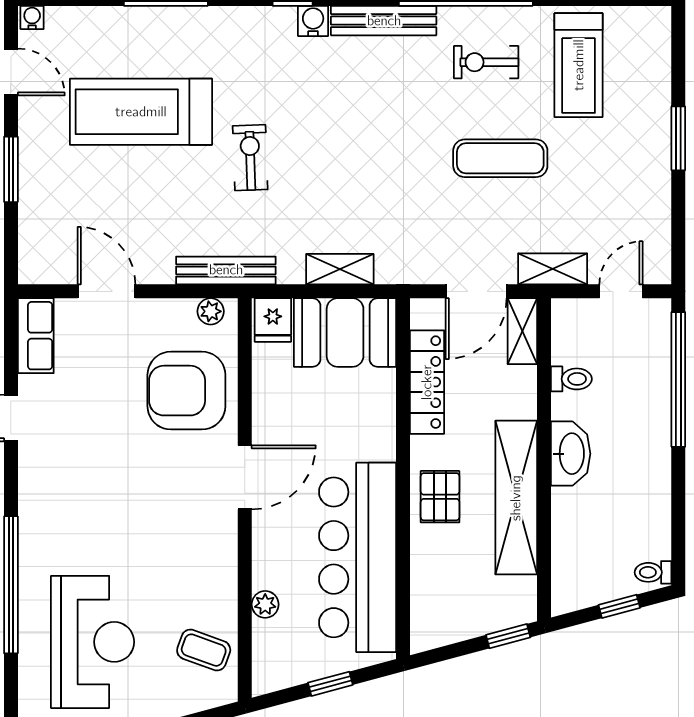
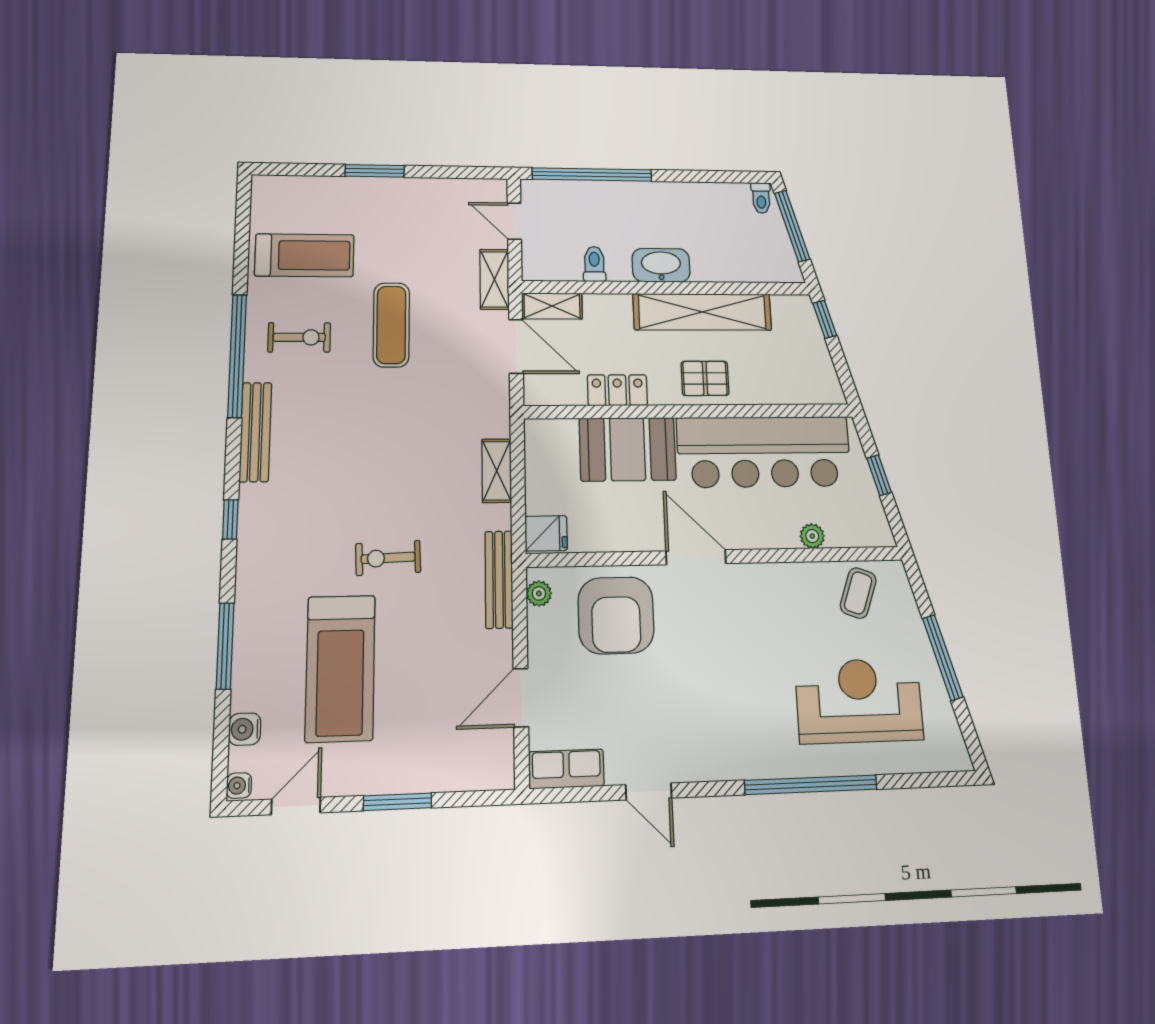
water cooler: (313, 21) -> (245, 729), moved
exercise bike: (486, 62) -> (299, 337), turned -90
booth: (345, 332) -> (628, 449), moved, turned 90
locker: (427, 382) -> (617, 390), width x0.66
window: (619, 606) -> (792, 226), width x2.17

